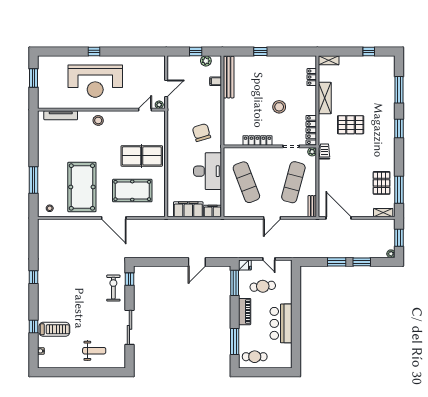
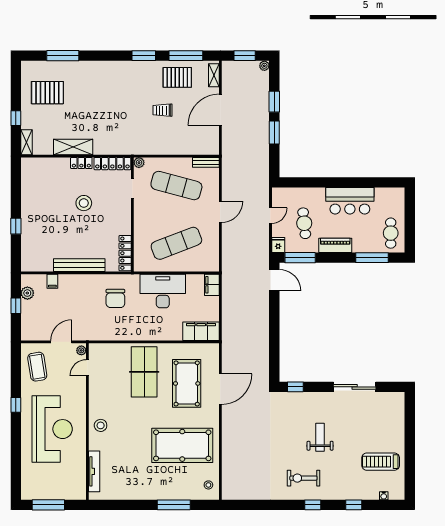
window: (94, 51) -> (16, 405), moved
window: (369, 51) -> (16, 118), moved
coffee table: (146, 69) -> (37, 367), added
bench: (229, 77) -> (79, 265), moved
locker: (312, 77) -> (81, 163), moved
window: (33, 78) -> (48, 505), width x1.44
door: (166, 89) -> (61, 342), hinge flipped
door: (145, 110) -> (87, 368), hinge flipped
pallet: (351, 125) -> (47, 93), moved, turned 90
window: (399, 128) -> (144, 56), moved
chair: (201, 133) -> (115, 298), turned -73
locker: (257, 141) -> (125, 253), moved
trolley: (324, 152) -> (162, 110), moved
filing cabinet: (188, 209) -> (201, 331), moved, turned 90
door: (114, 218) -> (220, 389), moved
door: (272, 218) -> (220, 212), hinge flipped
door: (339, 218) -> (220, 110), moved
door: (197, 262) -> (274, 280), moved
window: (33, 277) -> (313, 505), moved
exercise bike: (113, 288) -> (303, 478), moved
treadmill: (54, 329) -> (381, 462), moved, turned -90
weight bench: (94, 351) -> (320, 437), moved

